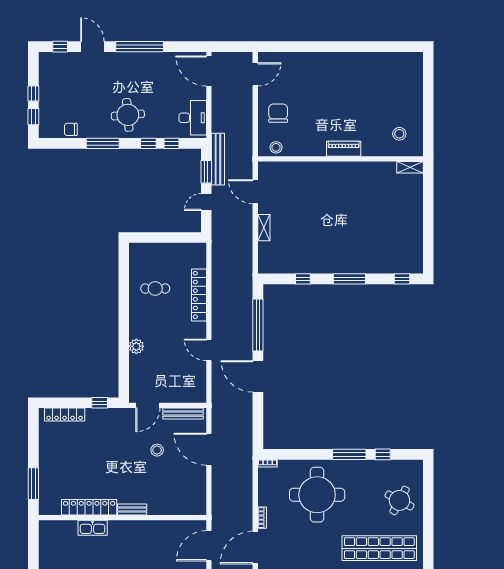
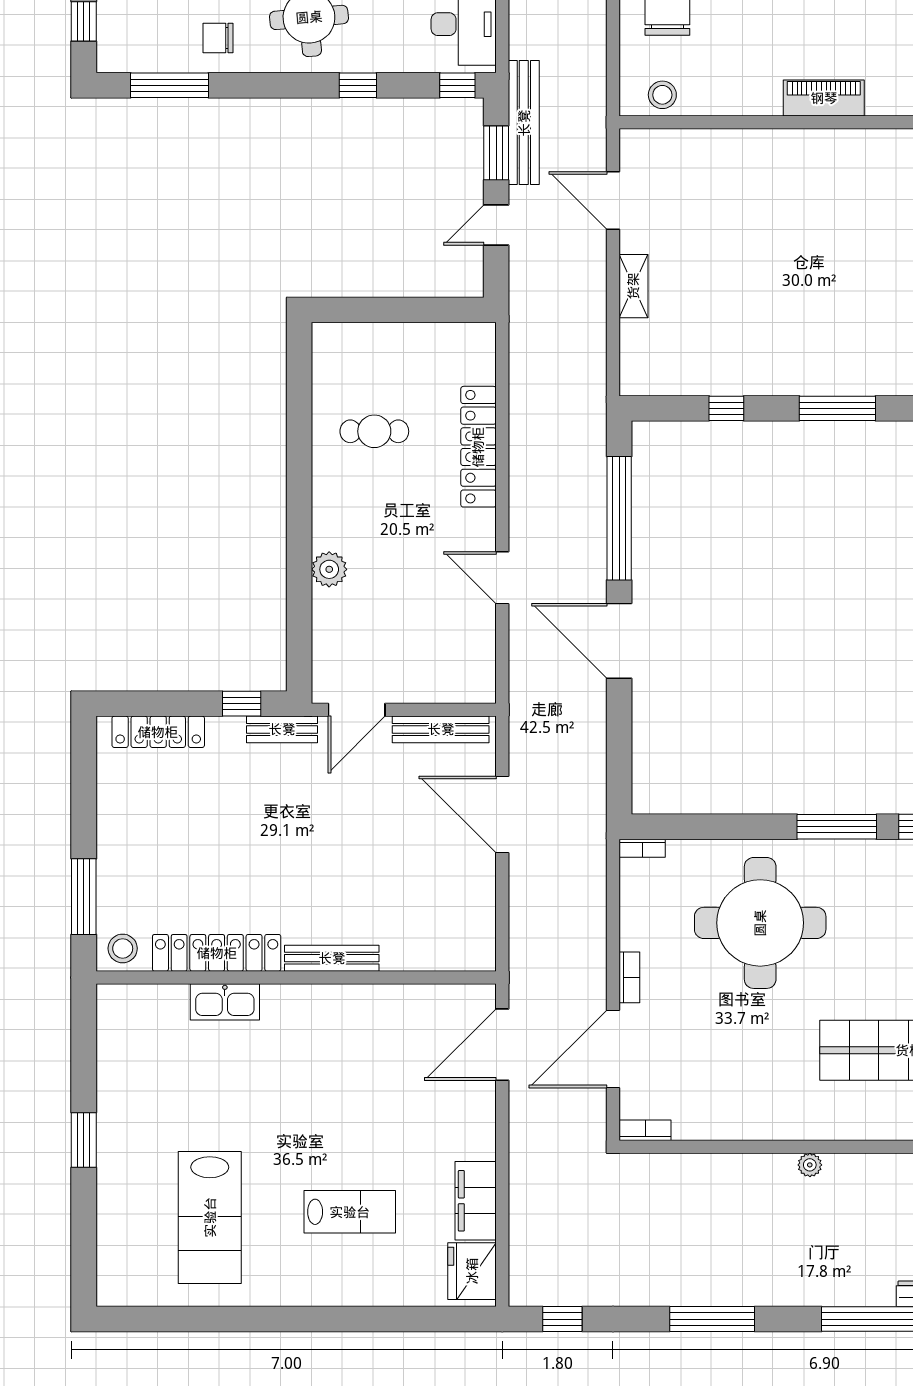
chair: (71, 129) -> (218, 38), moved
window: (103, 143) -> (170, 85), moved
window: (172, 143) -> (457, 85), moved
bench: (116, 414) -> (282, 729), added
stool: (157, 450) -> (123, 948), moved
bench: (132, 509) -> (332, 958), width x1.36

